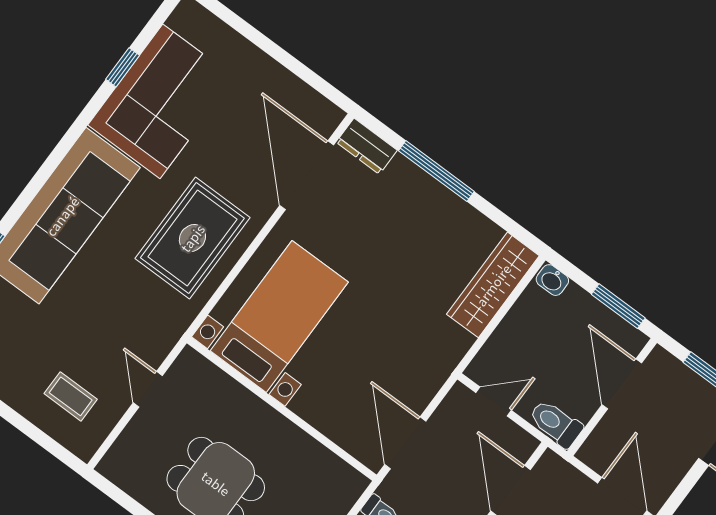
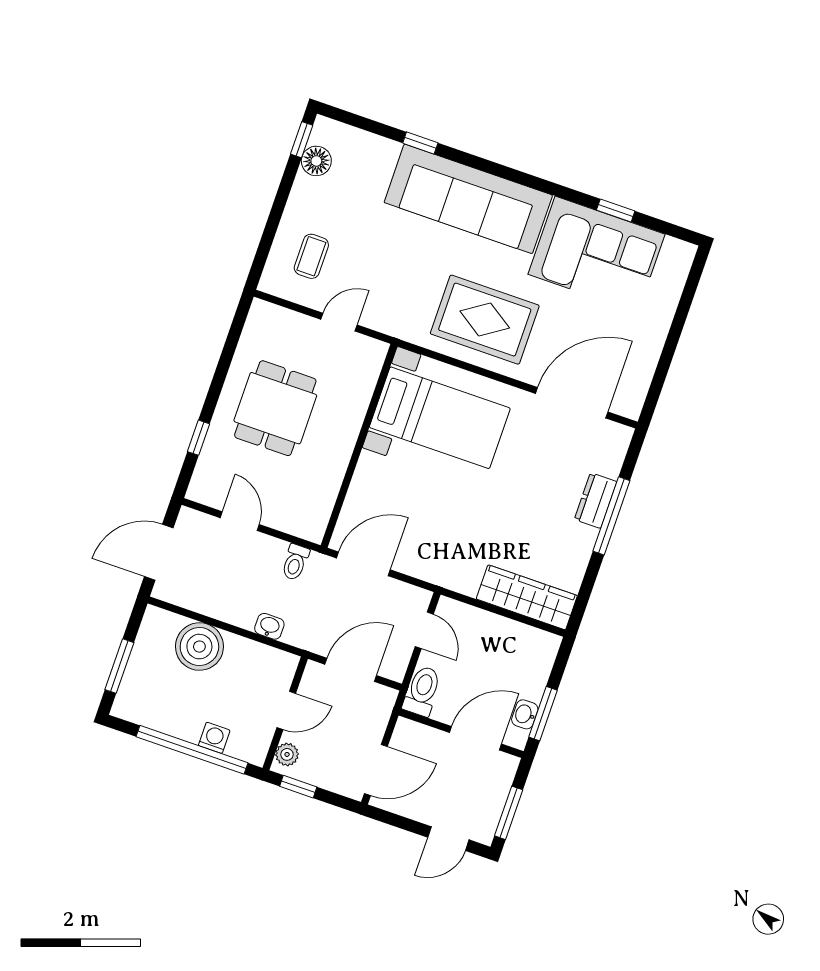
dresser: (367, 146) -> (596, 501), moved
washbasin: (552, 280) -> (525, 714), moved

